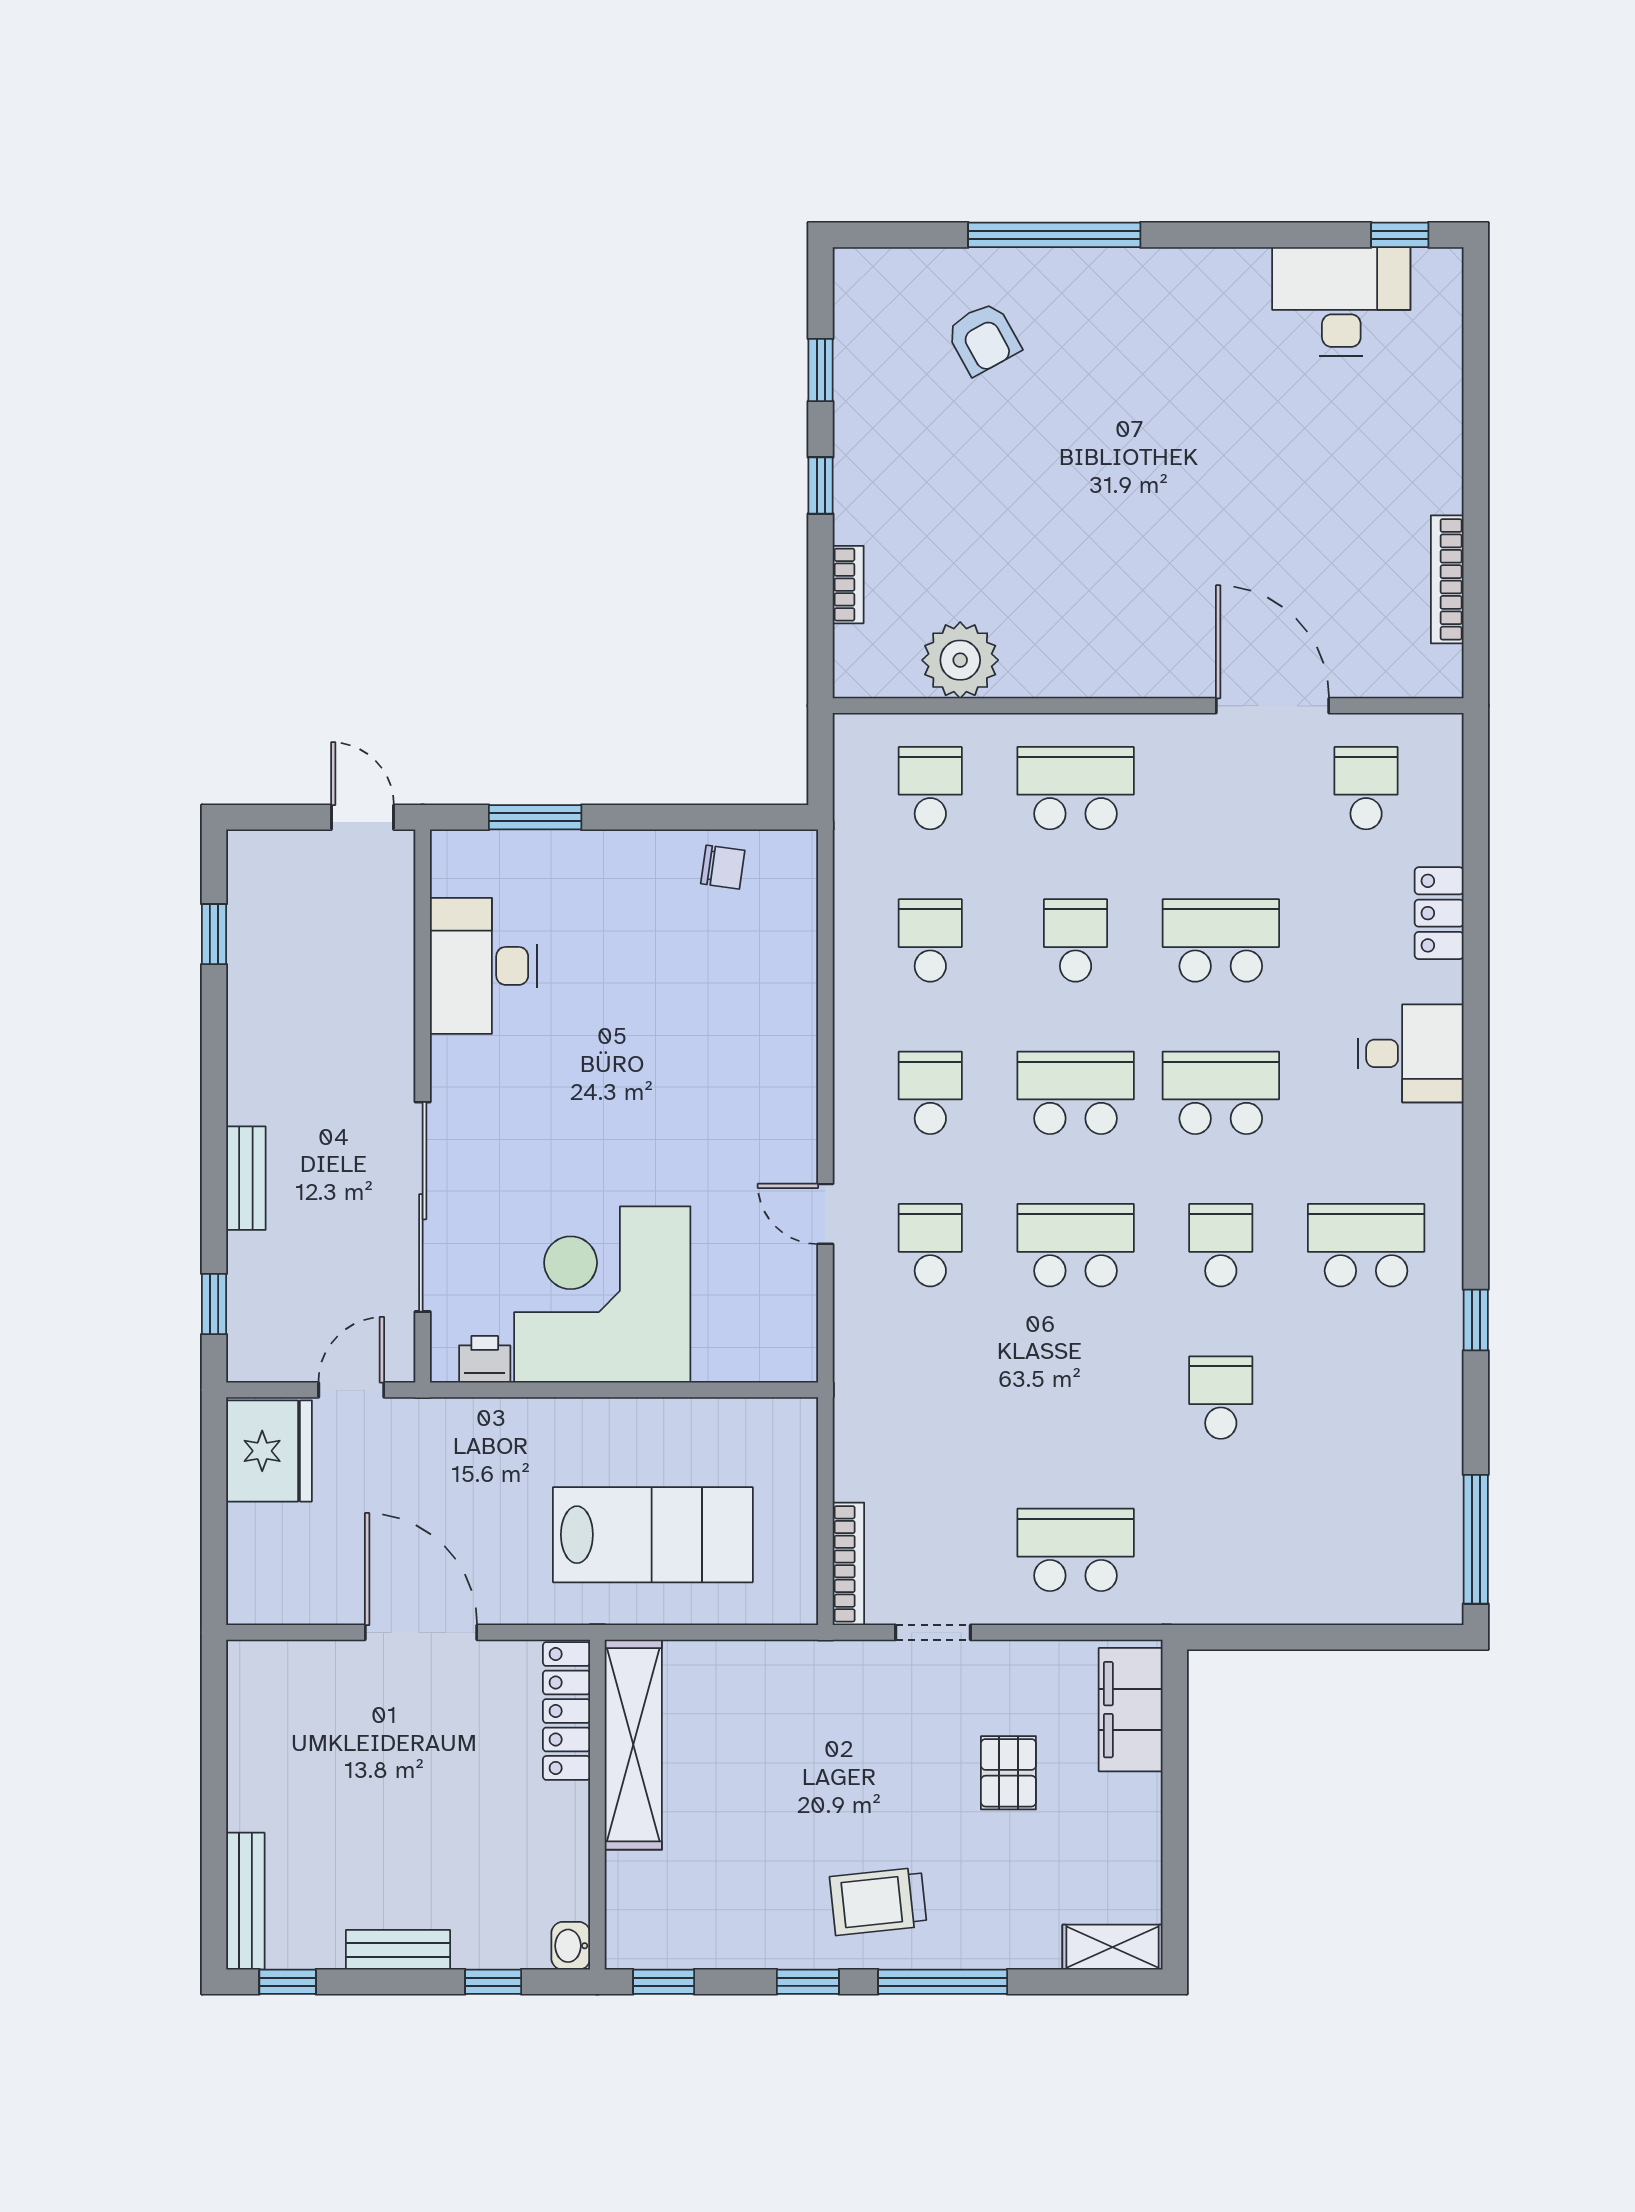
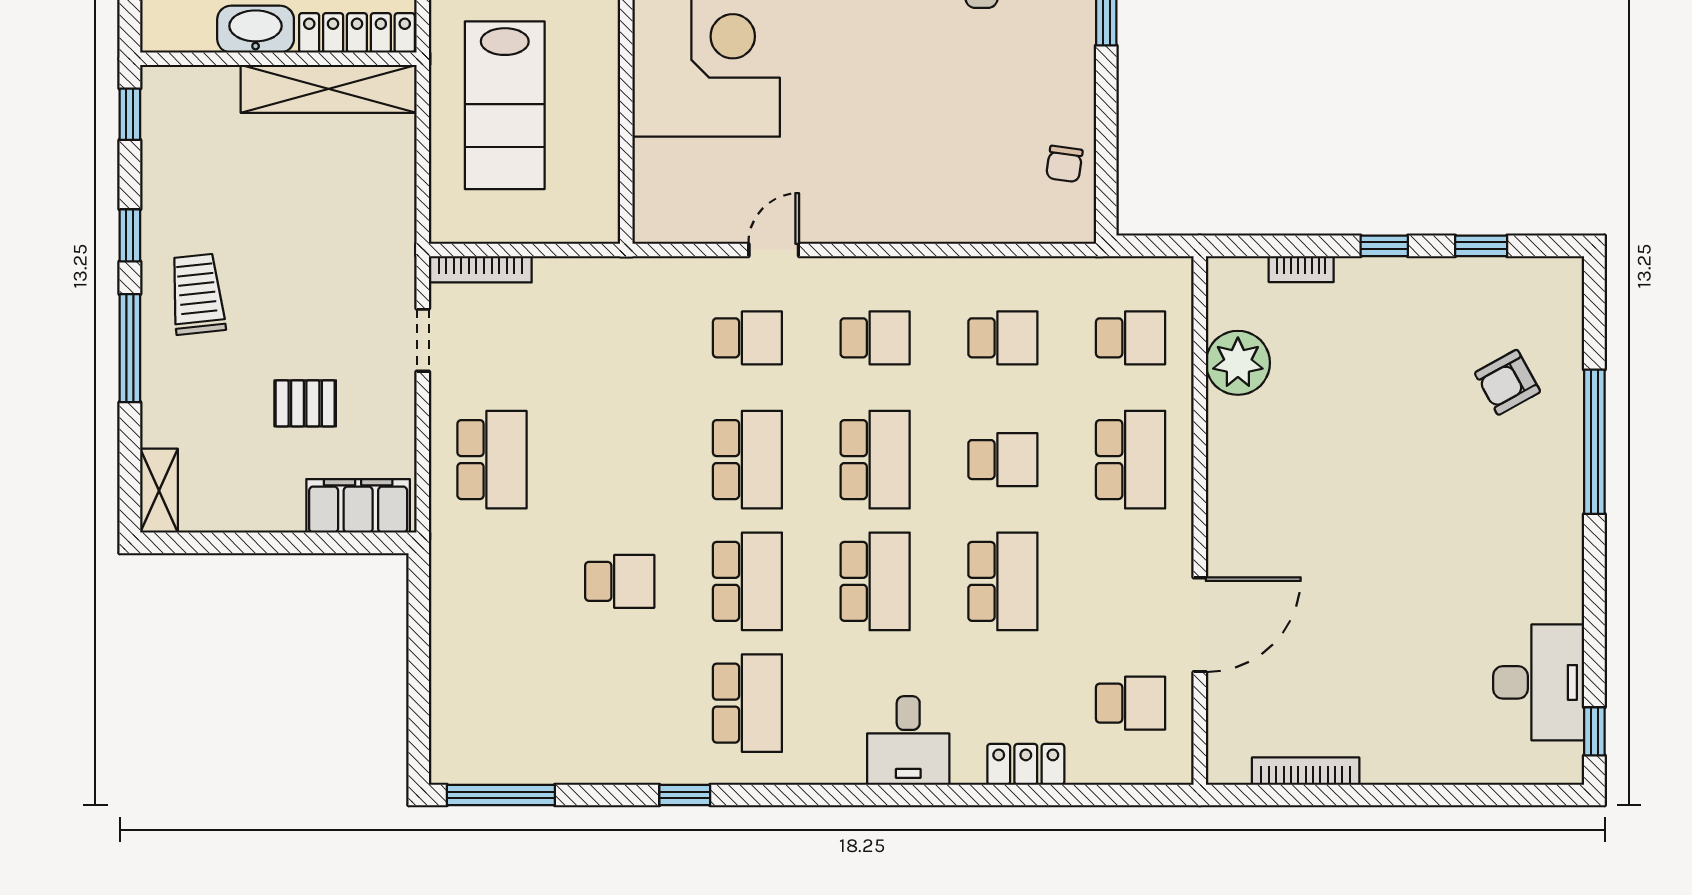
school desk: (1221, 1245) -> (747, 581), width x1.85
washbasin: (571, 1946) -> (256, 29), moved, width x1.91, depth x1.45

